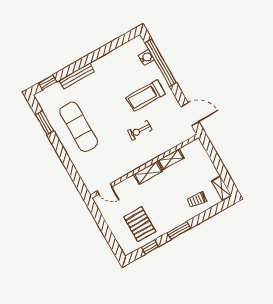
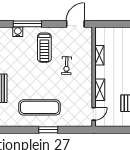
window: (161, 63) -> (27, 24), width x0.68
window: (45, 123) -> (48, 130), moved
shelving: (148, 173) -> (100, 90), moved

